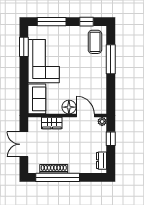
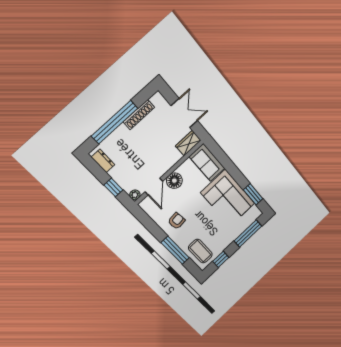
armchair: (92, 79) -> (177, 221), added
door: (85, 116) -> (154, 187), hinge flipped
wardrobe: (52, 123) -> (188, 143), moved
window: (58, 177) -> (115, 122), moved

